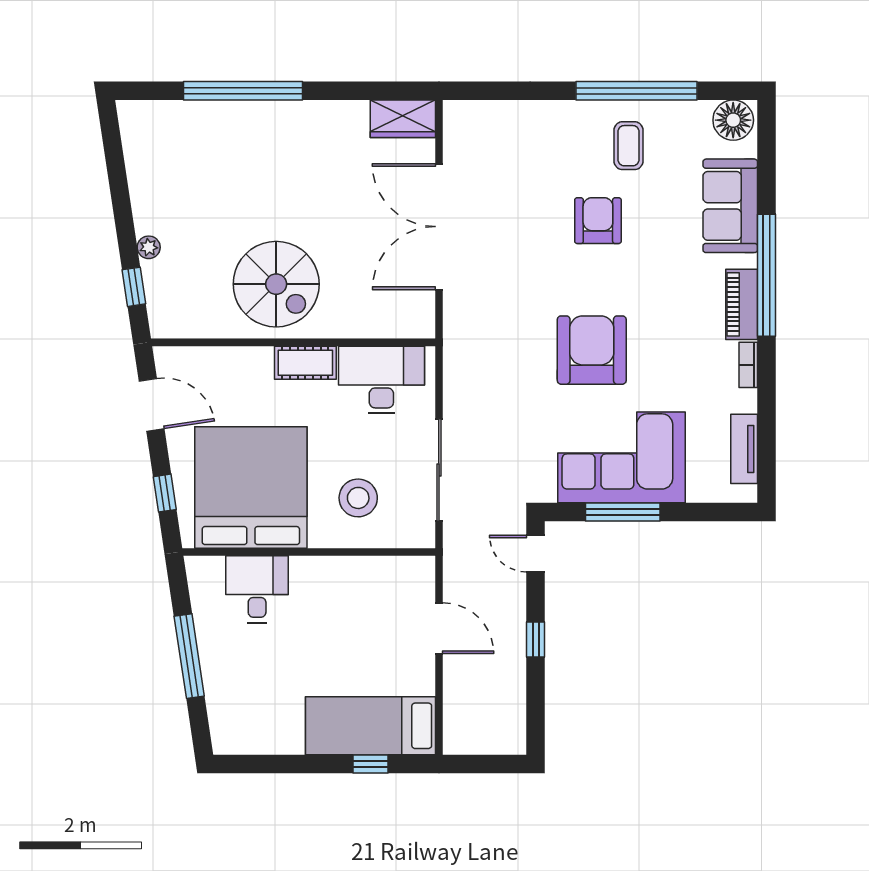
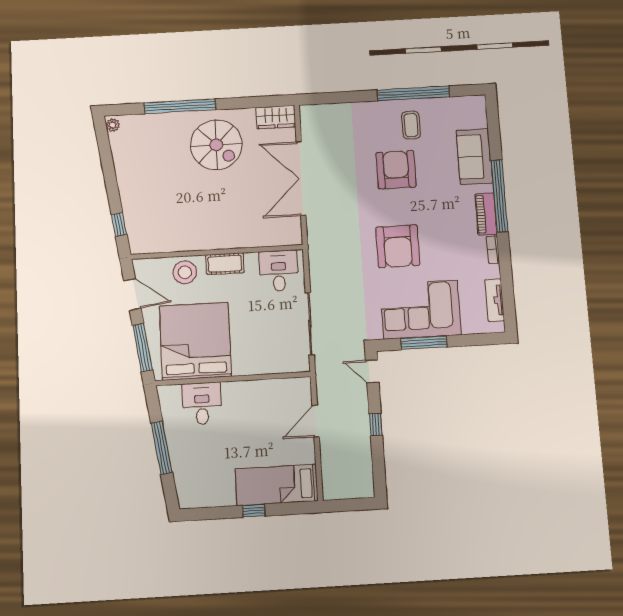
floor lamp: (733, 120) -> (472, 107), removed
armchair: (598, 221) -> (396, 170), width x1.36, depth x1.36
plant: (149, 247) -> (113, 125), moved
spiral stairs: (276, 284) -> (216, 145), moved
armchair: (592, 350) -> (398, 246), turned 180
desk: (381, 380) -> (279, 271), width x0.73
window: (165, 493) -> (143, 348), width x2.17
stool: (358, 498) -> (185, 272), moved
door: (439, 628) -> (316, 421), swing flipped
window: (370, 764) -> (254, 511), moved

